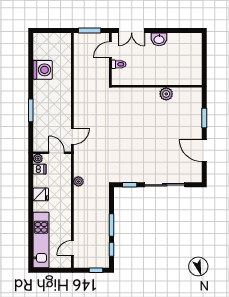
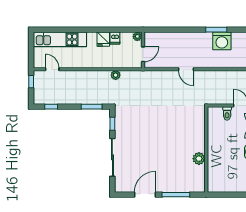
window: (31, 110) -> (216, 30), moved
window: (204, 118) -> (176, 195), width x1.44
door: (72, 136) -> (186, 69), moved
dishwasher: (40, 169) -> (115, 38), moved
window: (112, 225) -> (92, 107), moved
window: (96, 270) -> (31, 82), moved

